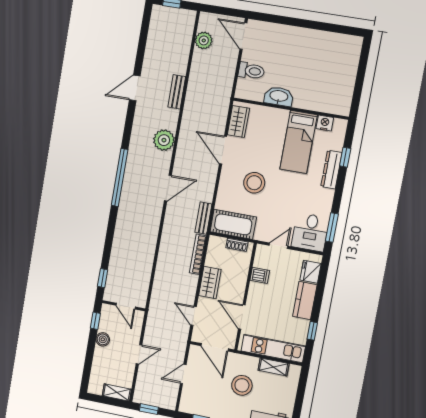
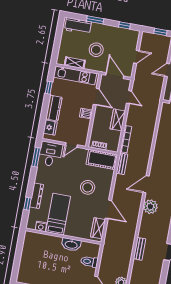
plant: (164, 140) -> (150, 207), moved
dishwasher: (260, 275) -> (86, 114), moved

